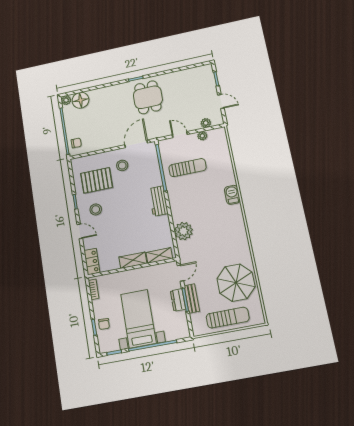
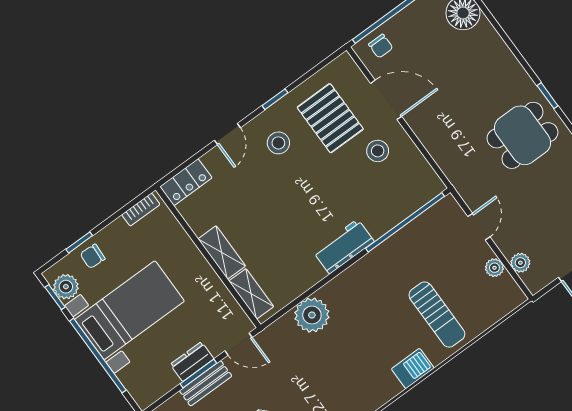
door: (136, 144) -> (386, 100), moved
sun lounger: (187, 168) -> (437, 315), moved
plant: (112, 345) -> (66, 287), added

